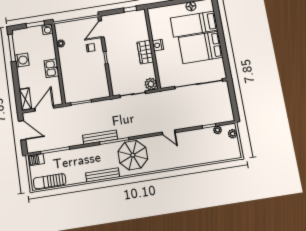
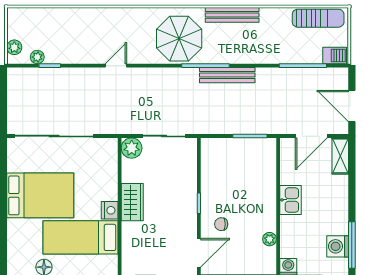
bed: (194, 24) -> (80, 237), moved, turned 180
washing machine: (22, 60) -> (338, 246), moved
door: (169, 132) -> (116, 66), hinge flipped

